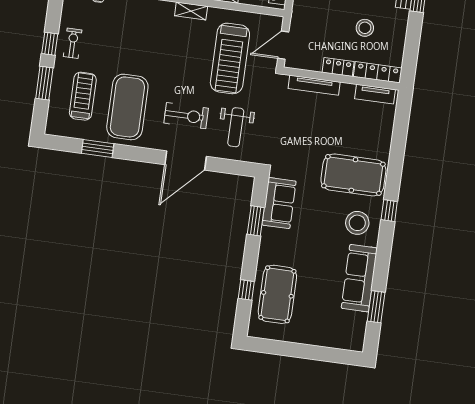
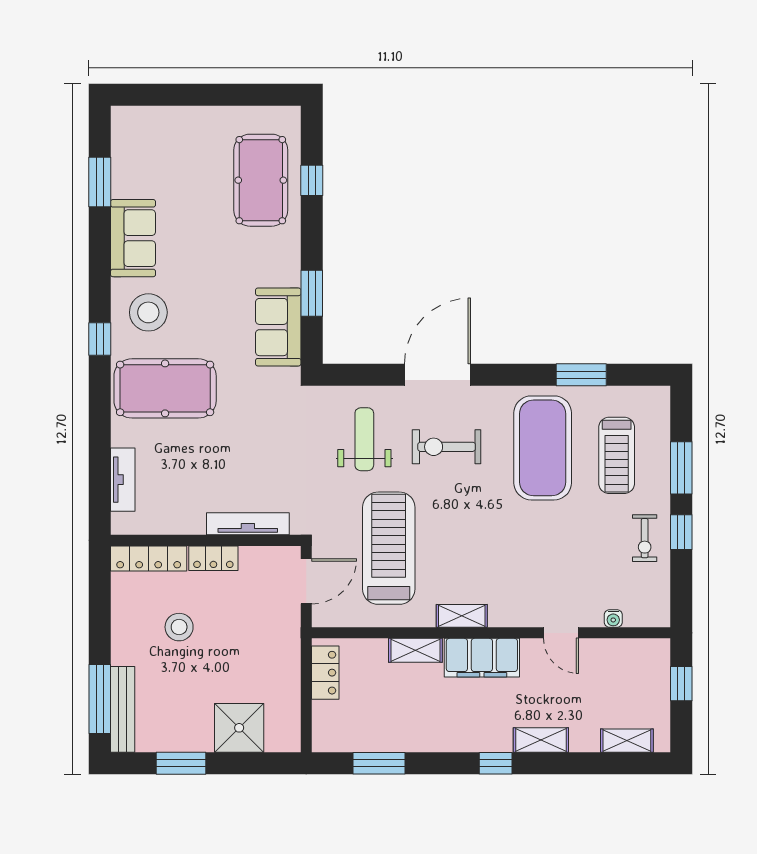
tv unit: (375, 94) -> (123, 480), moved, turned 90
sofa: (359, 278) -> (133, 238), width x0.73

